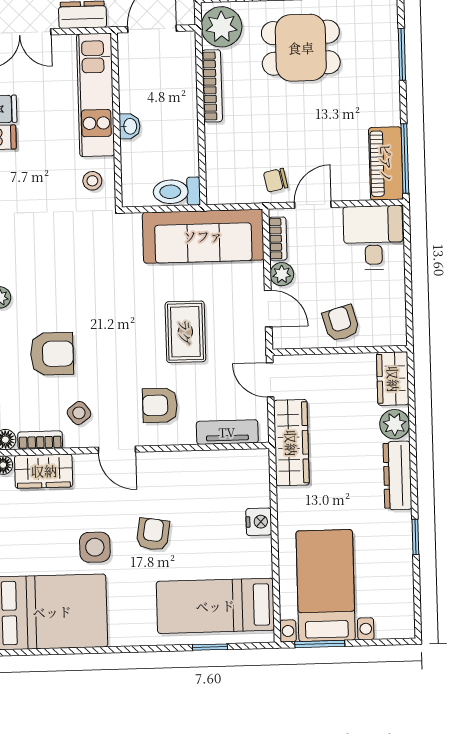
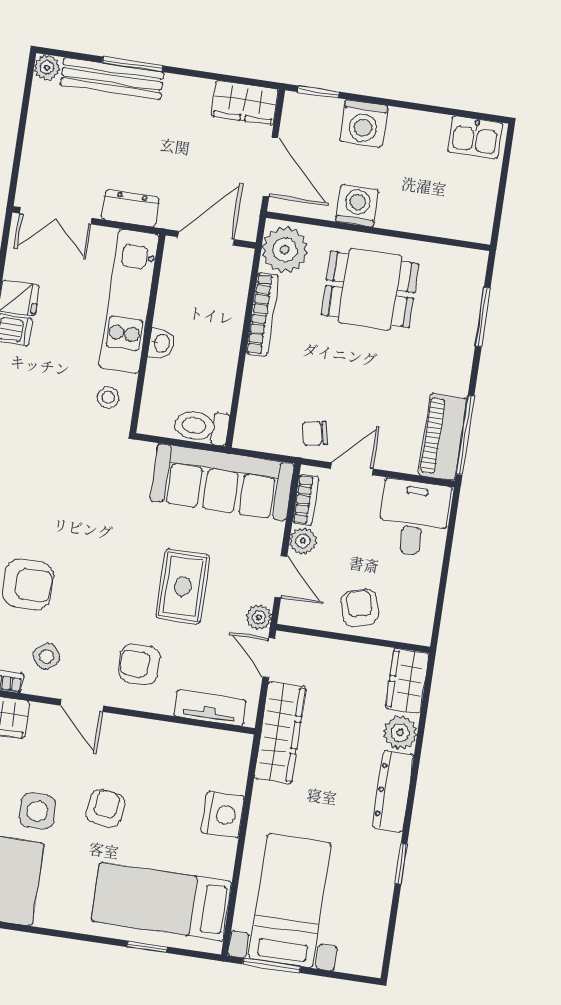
plant: (256, 347) -> (259, 617), added
nightstand: (259, 522) -> (223, 815), width x1.36, depth x1.33

